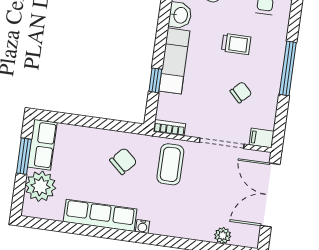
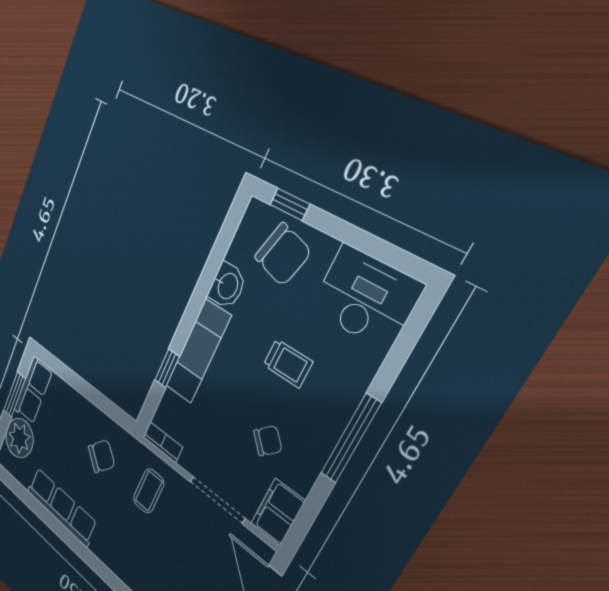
filing cabinet: (262, 138) -> (278, 512), width x2.00
coffee table: (170, 164) -> (149, 491), width x0.73, depth x0.77
water cooler: (143, 227) -> (97, 548), removed

